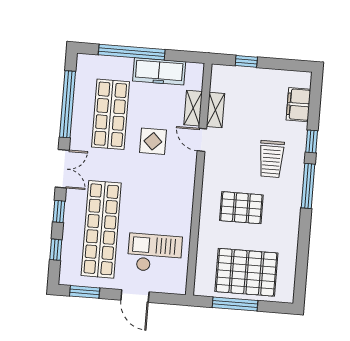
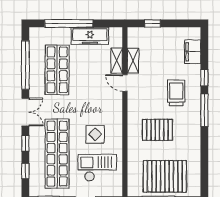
display table: (153, 141) -> (95, 134), moved
trolley: (271, 159) -> (176, 93), turned 180

